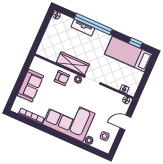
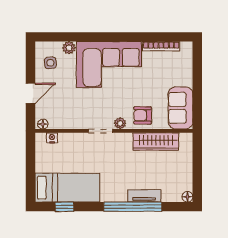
wardrobe: (73, 63) -> (156, 142), moved
sofa: (30, 86) -> (181, 108), moved

